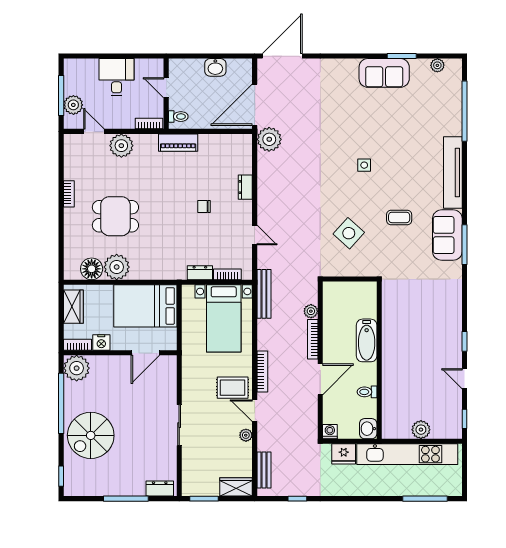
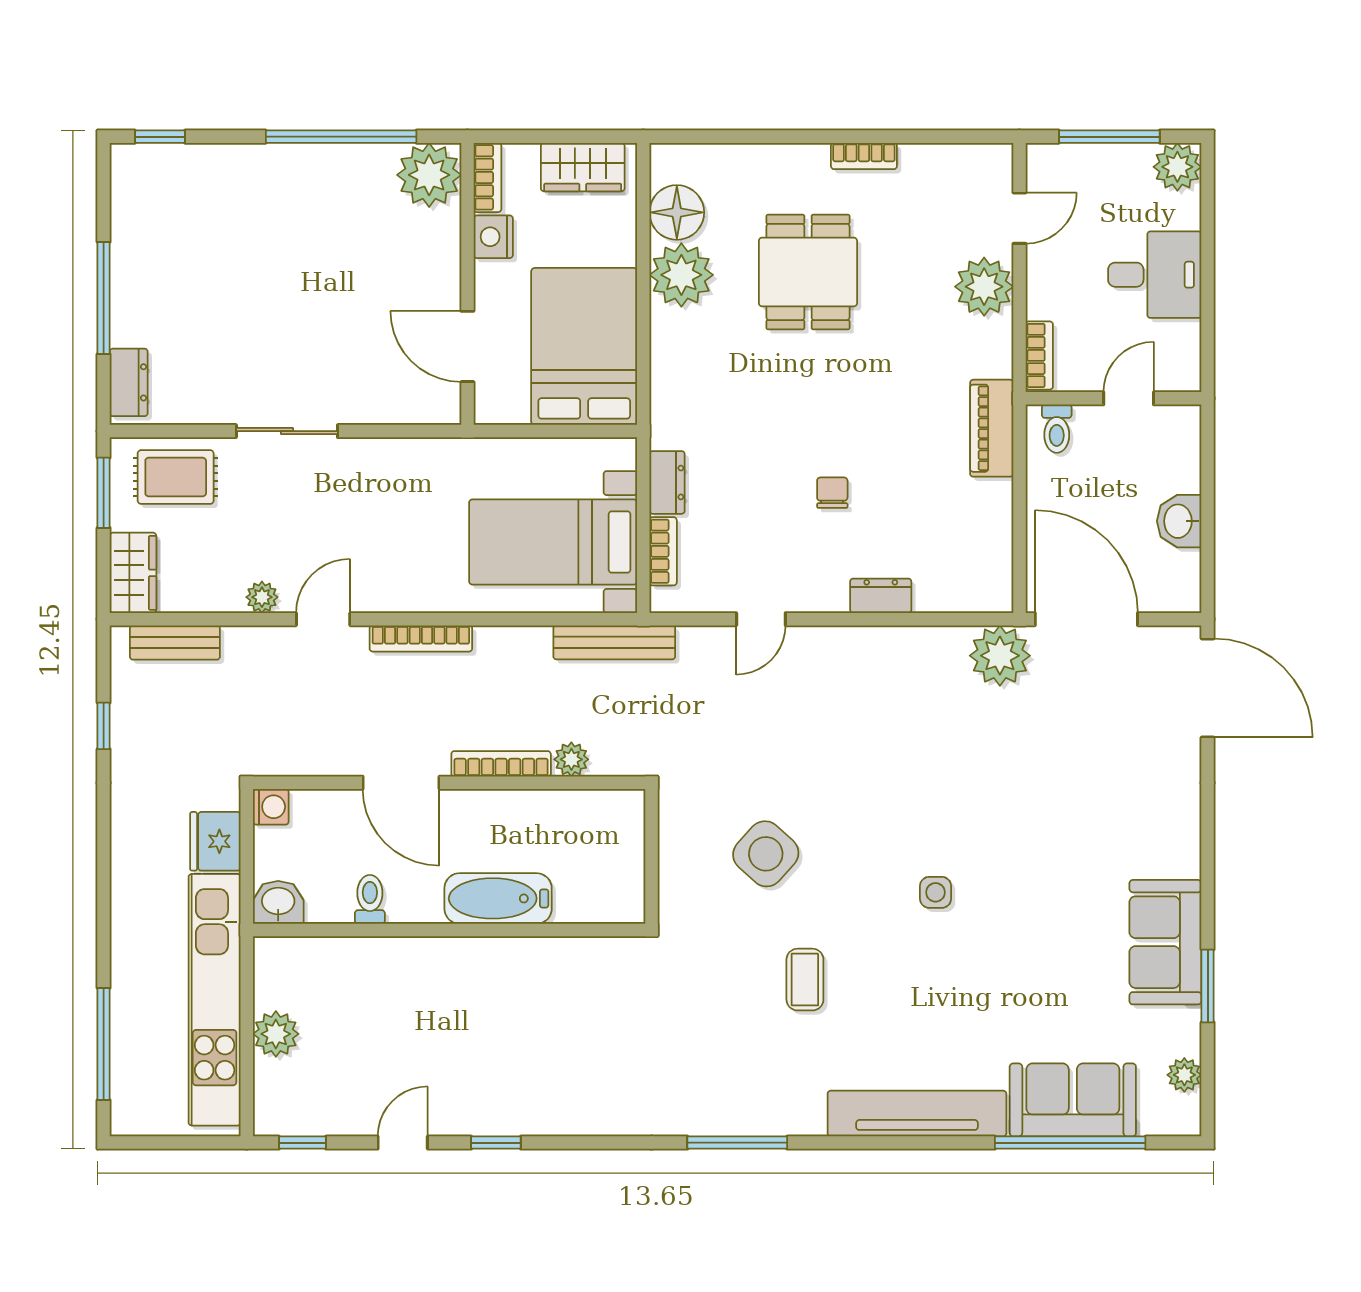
plant: (73, 105) -> (1177, 167), moved
sofa: (447, 235) -> (1073, 1100), moved
rug: (233, 388) -> (176, 477), moved, turned 90
spiral stairs: (91, 435) -> (261, 210), removed

